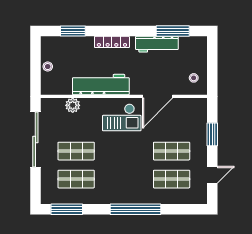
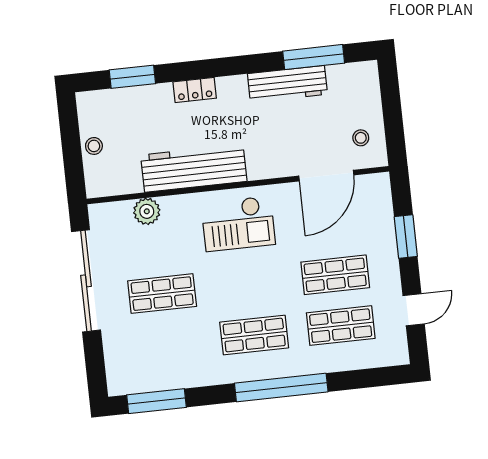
locker: (112, 42) -> (195, 90), width x0.66
door: (158, 96) -> (326, 176), moved
shop shelf: (76, 179) -> (254, 335), moved

